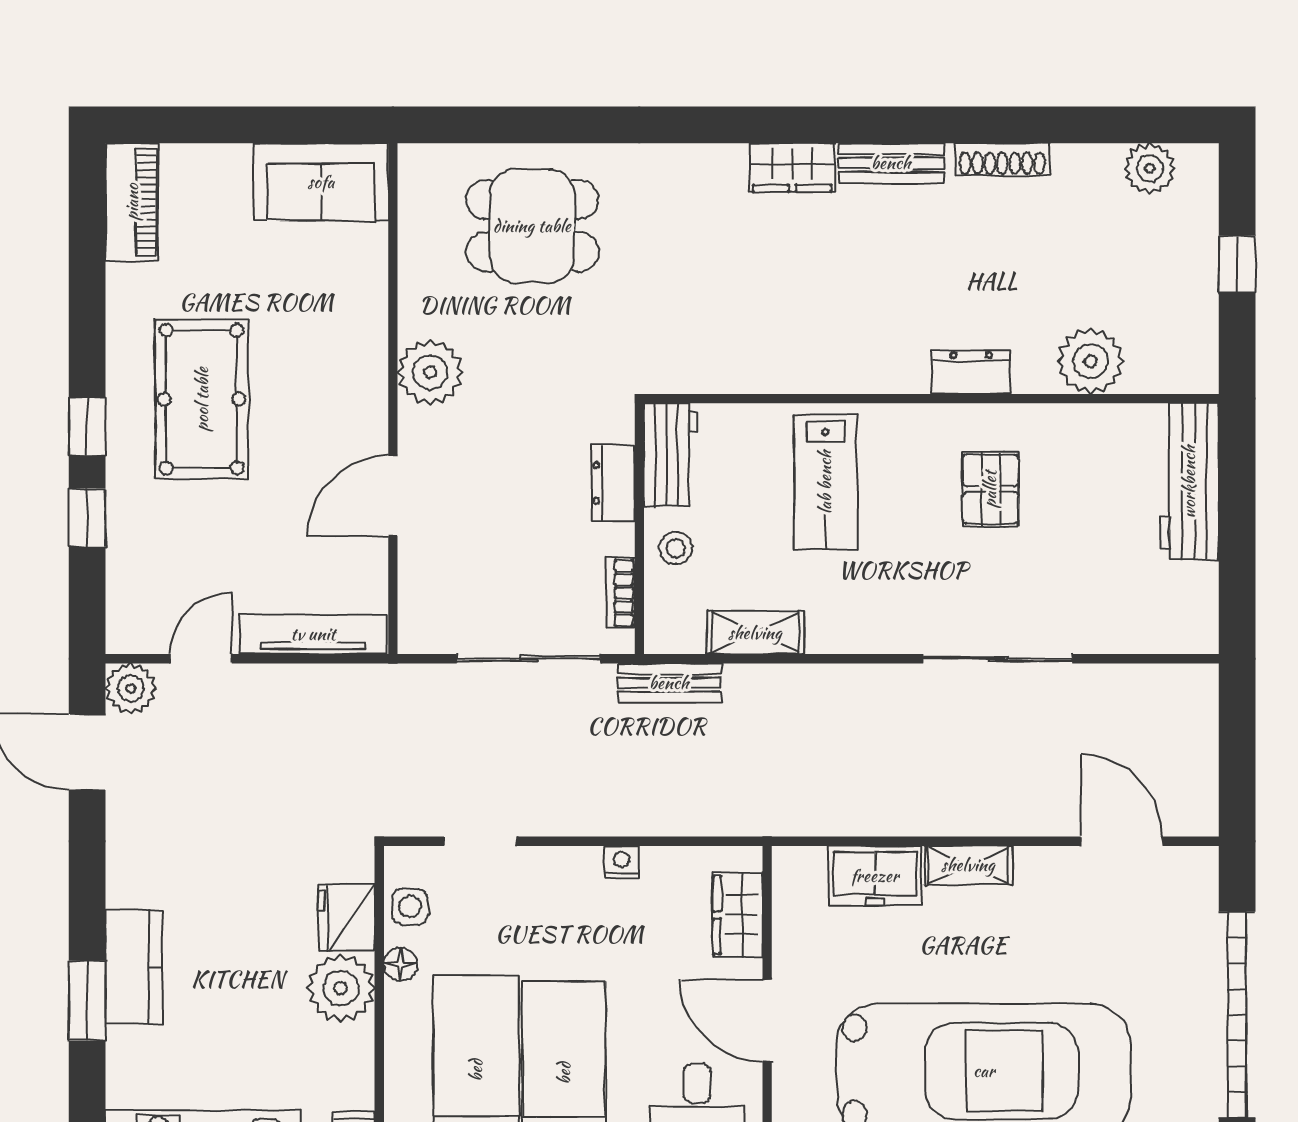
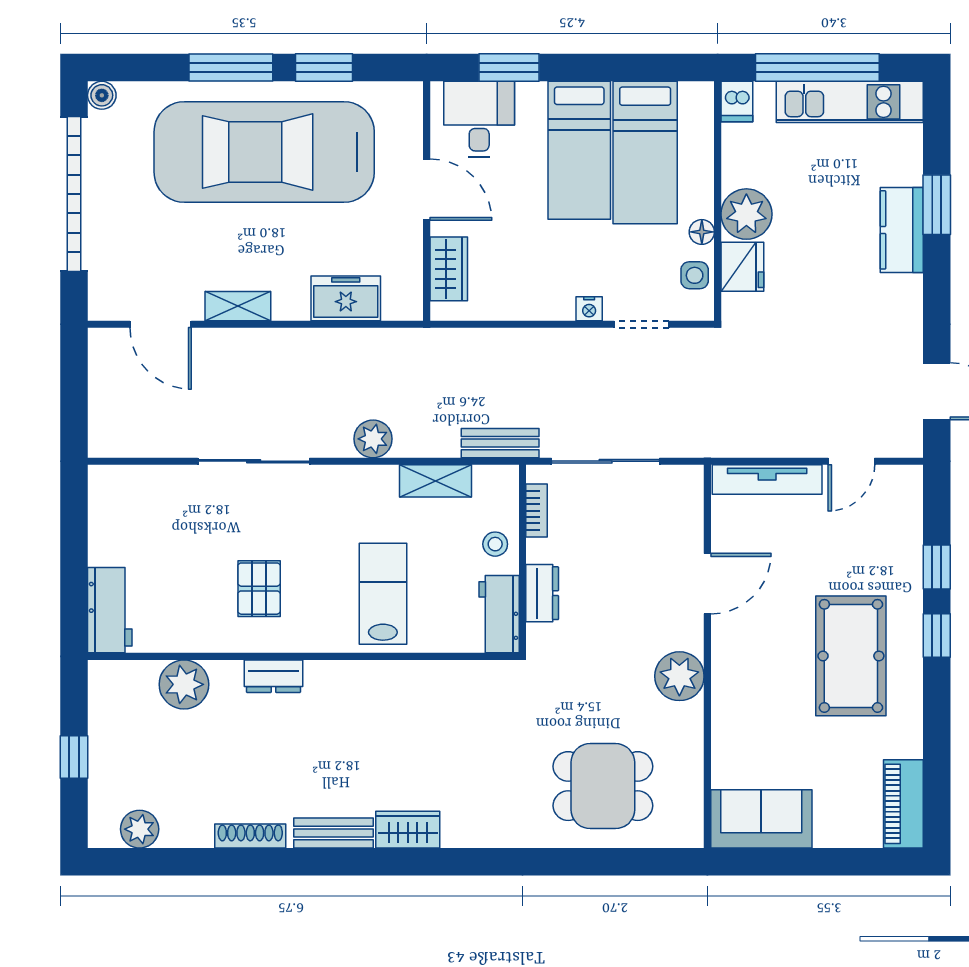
workbench: (1189, 482) -> (110, 610), width x0.73
plant: (131, 688) -> (373, 439), moved
nightstand: (622, 862) -> (589, 309), moved
shelving: (968, 865) -> (238, 306), moved

